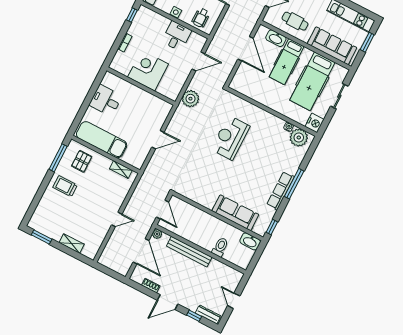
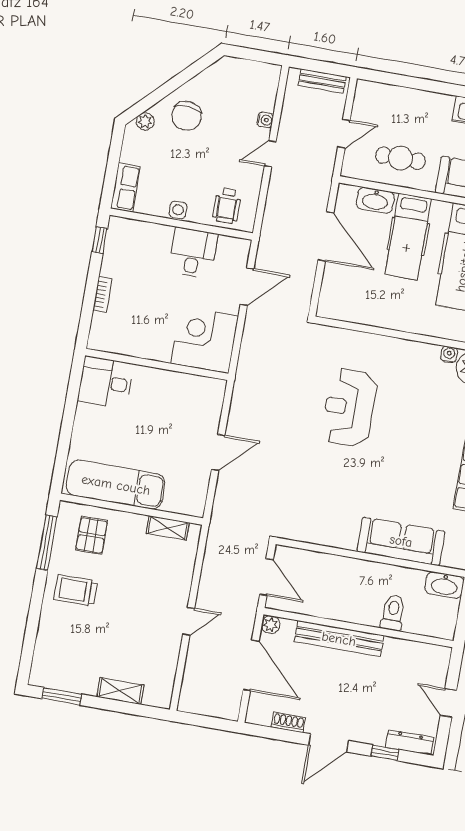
corner desk: (148, 71) -> (205, 340), moved
plant: (190, 99) -> (254, 359), removed
desk: (106, 100) -> (106, 382), moved

